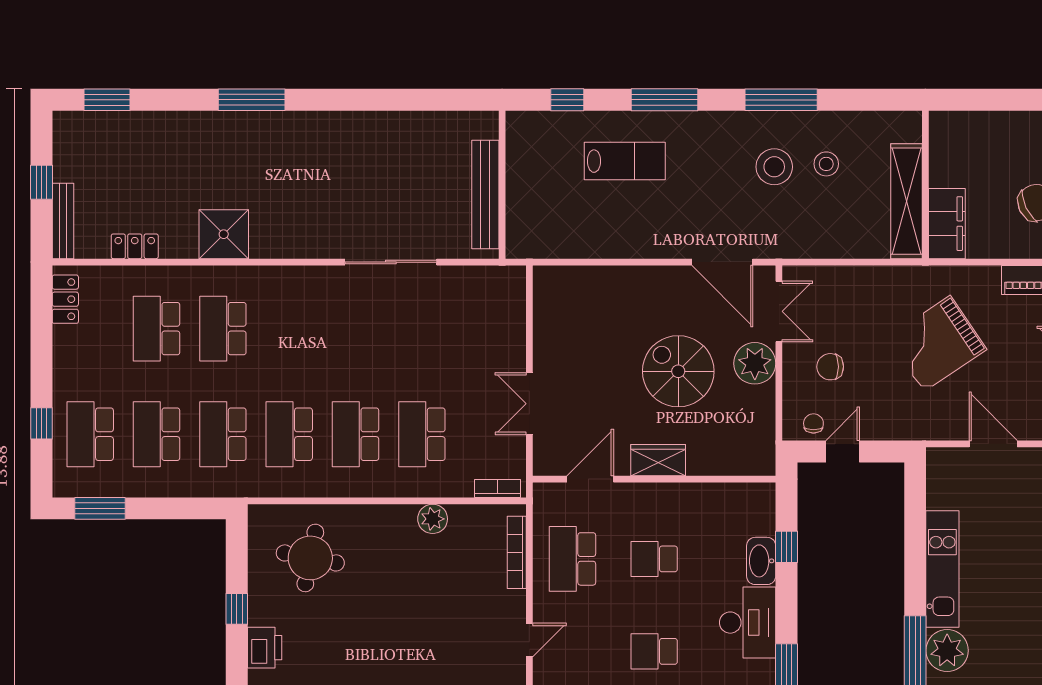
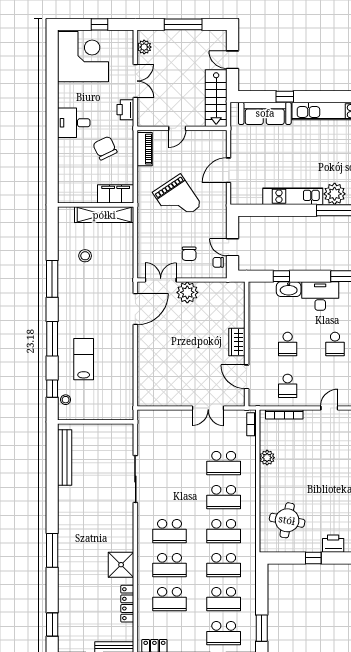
stool: (774, 167) -> (66, 400), moved, width x0.53, depth x0.53
bench: (485, 195) -> (65, 457), moved, turned 90
locker: (135, 246) -> (127, 604), width x1.53
school desk: (289, 329) -> (170, 531), added
spiral stairs: (678, 371) -> (191, 332), removed
school desk: (572, 559) -> (288, 386), width x0.54
door: (529, 640) -> (329, 408), hinge flipped

